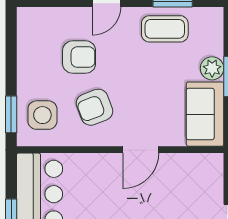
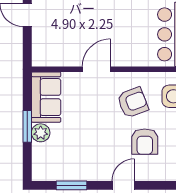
coffee table: (165, 29) -> (78, 164), removed
armchair: (79, 57) -> (145, 142), turned -90

